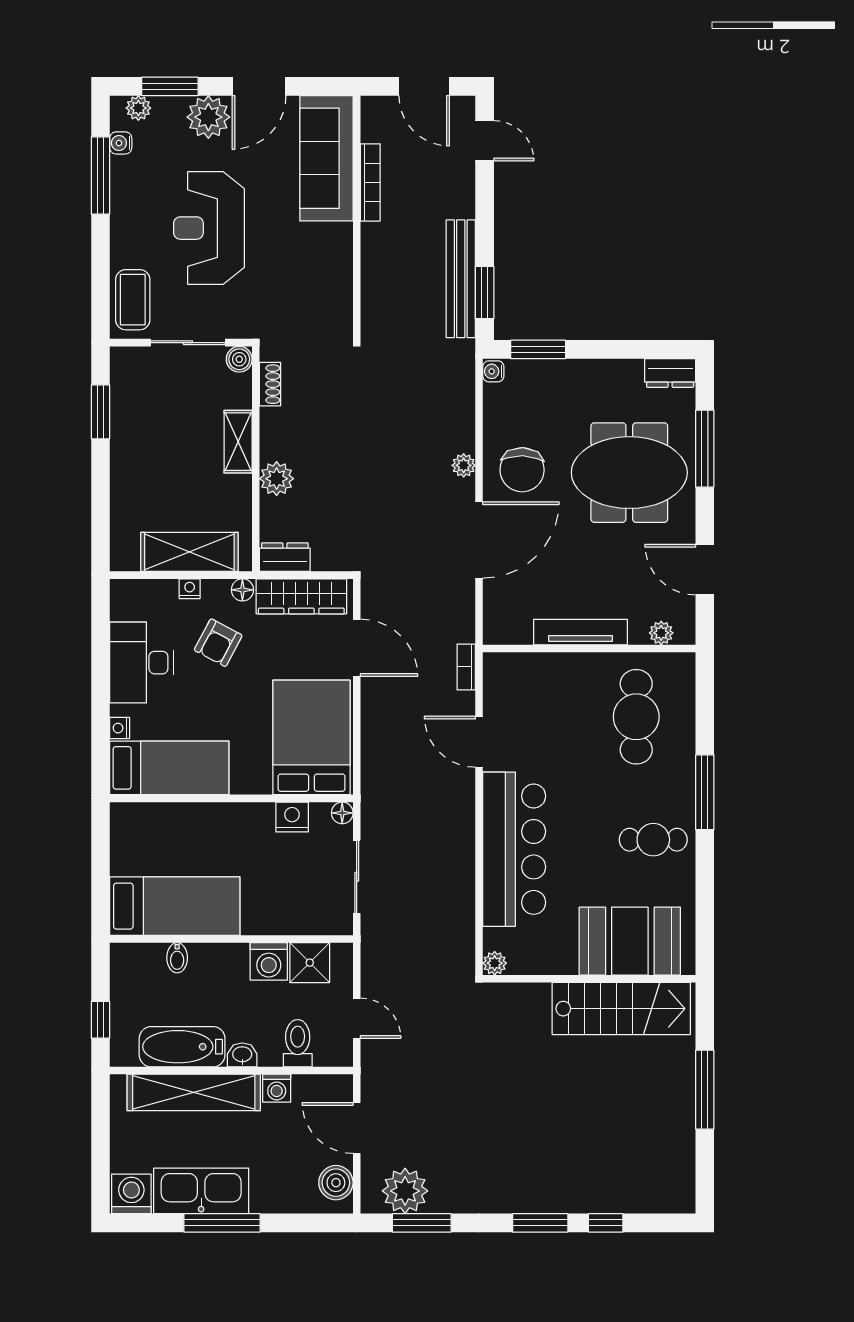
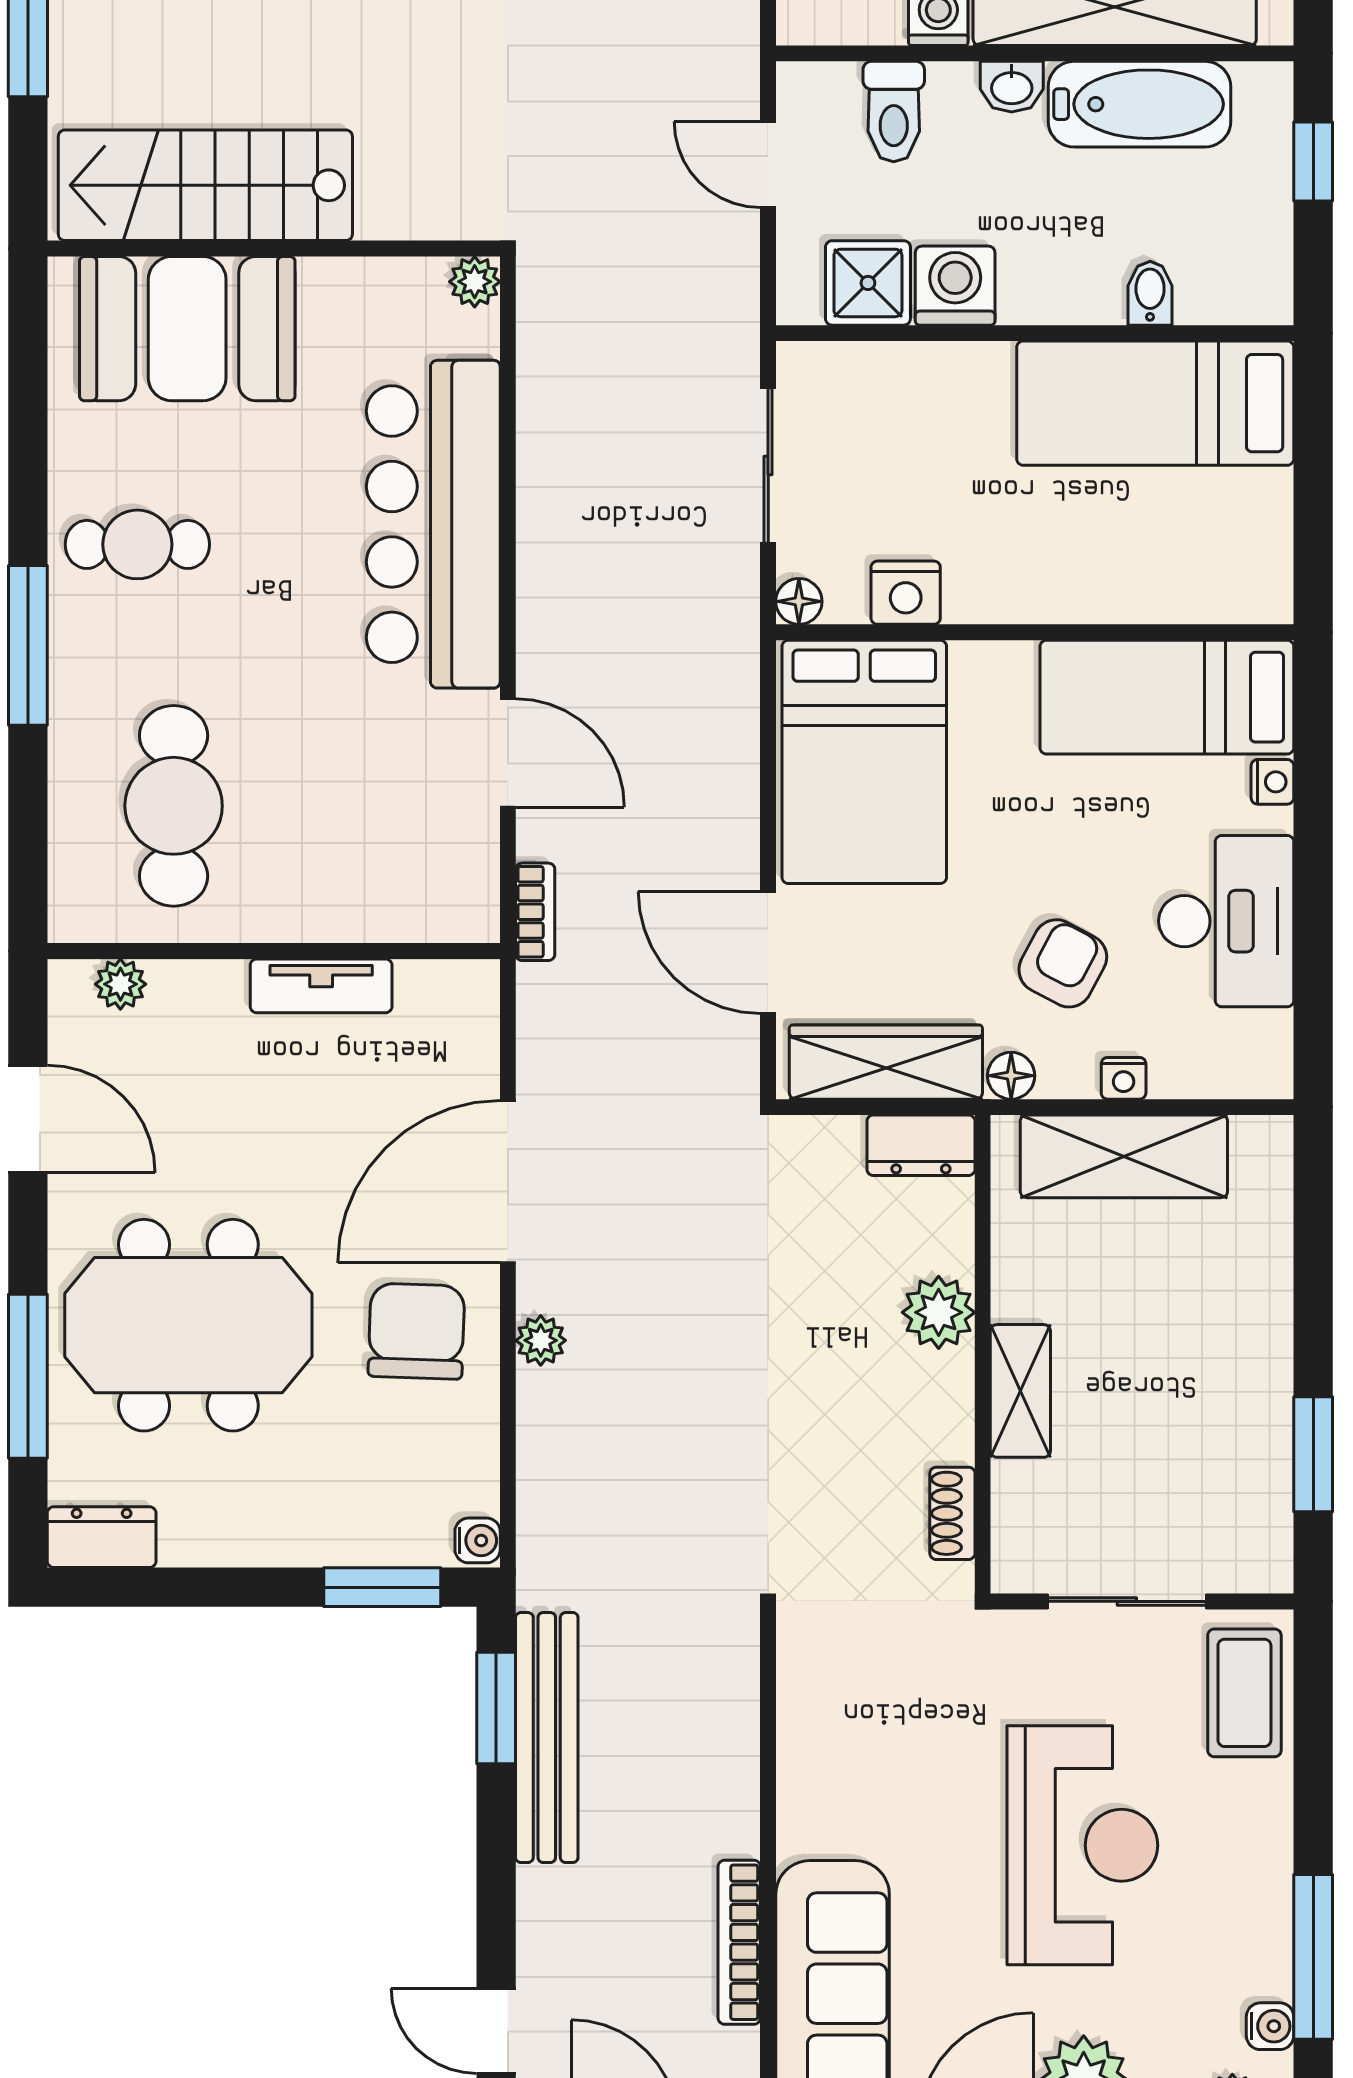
boiler: (239, 359) -> (1018, 1566), removed
tv unit: (580, 632) -> (321, 986), width x0.71

